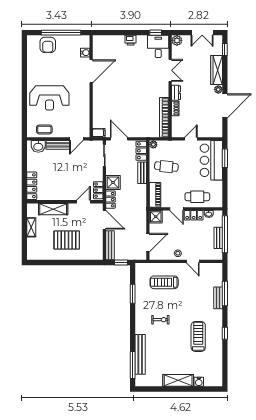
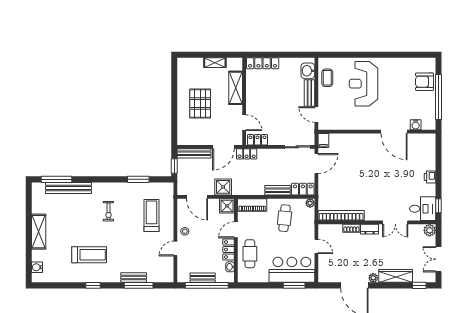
shower: (113, 182) -> (223, 187), moved
water cooler: (199, 382) -> (37, 267), moved

